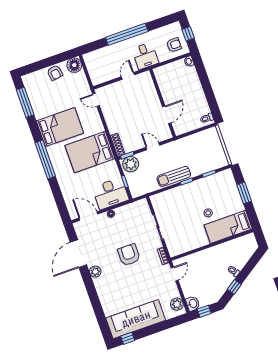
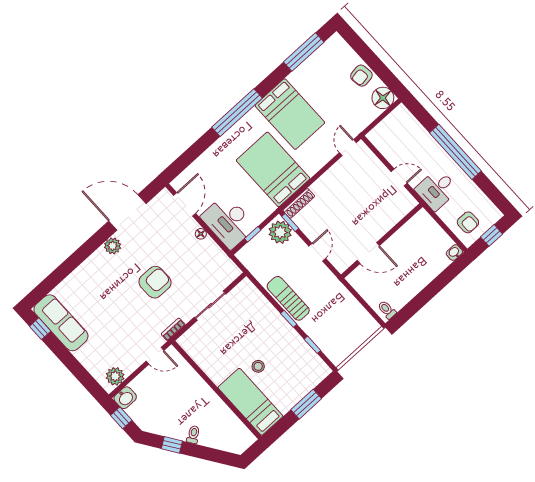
sofa: (136, 319) -> (61, 323), width x0.74, depth x0.79

